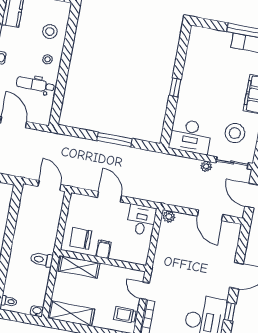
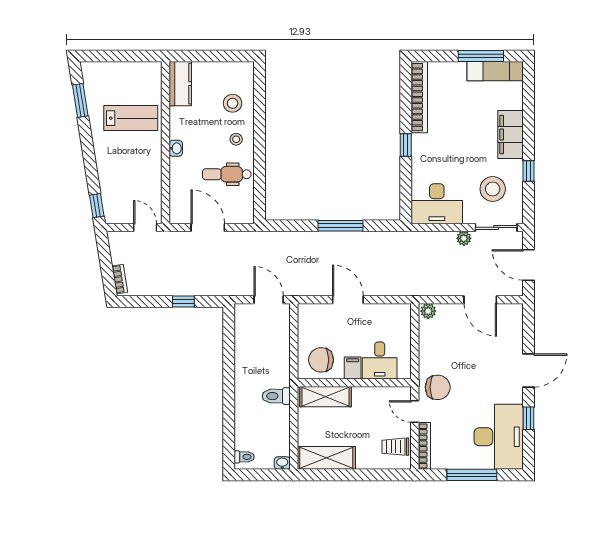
bookcase: (192, 53) -> (419, 97), added
desk: (141, 220) -> (380, 361), moved, turned 180
chair: (165, 276) -> (438, 387), added

